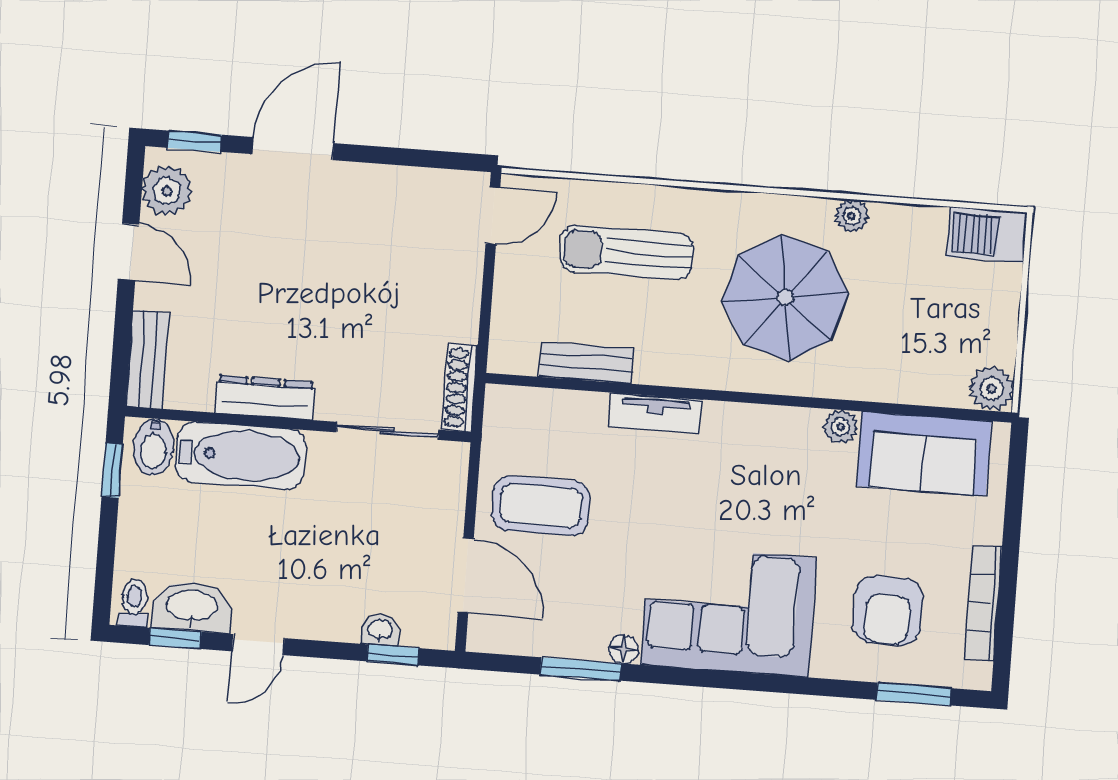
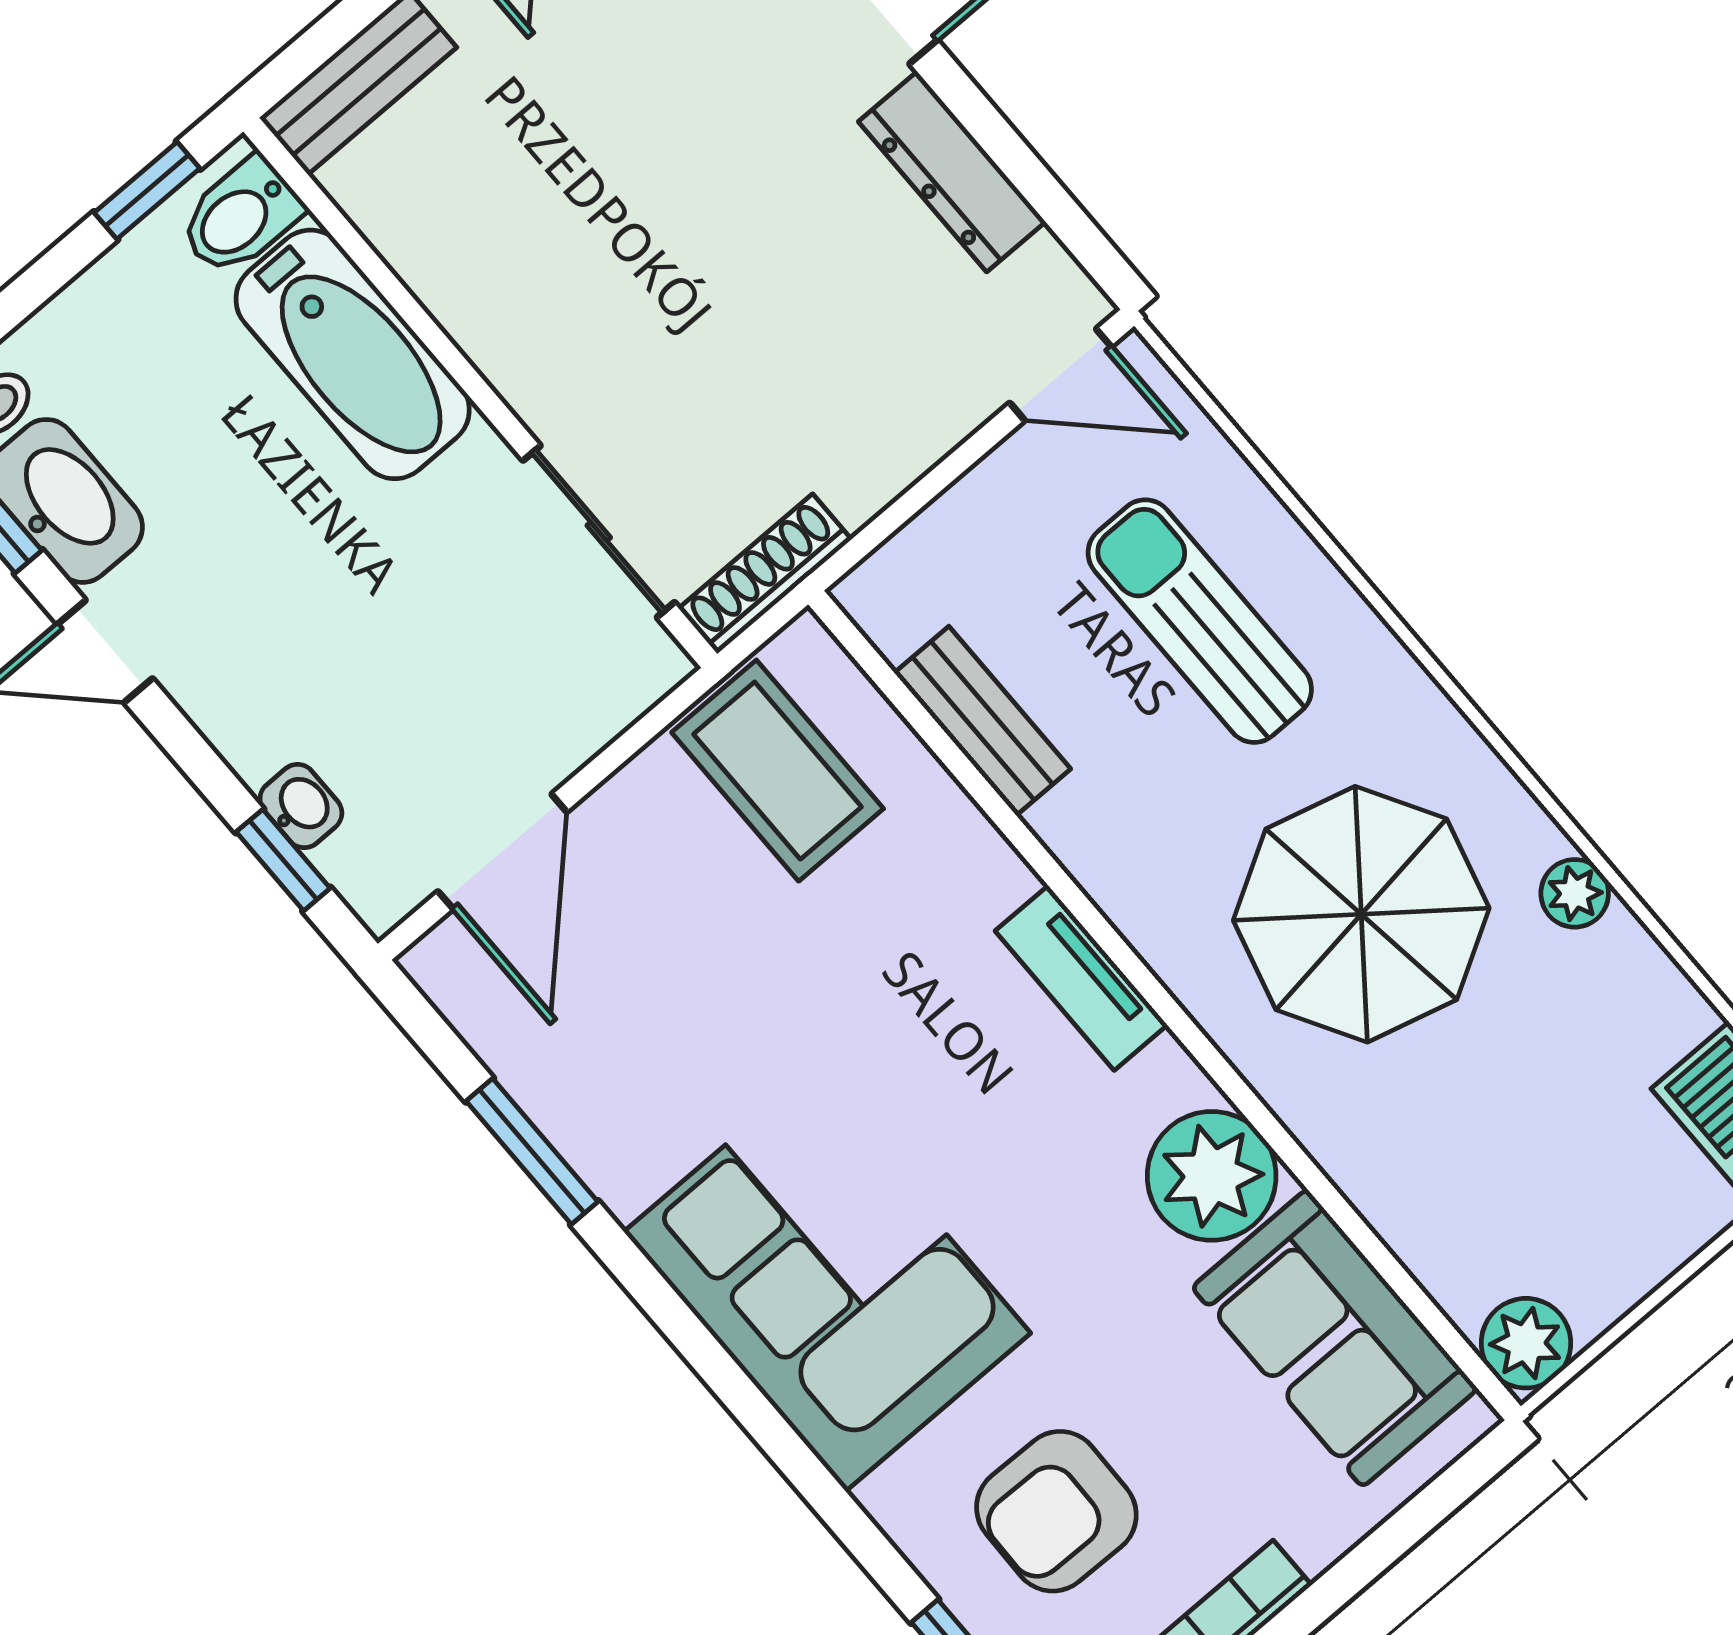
dresser: (265, 397) -> (952, 172), moved, turned 180
tv unit: (655, 413) -> (1081, 978), moved
plant: (840, 427) -> (1212, 1176), width x1.88, depth x1.88
coffee table: (541, 506) -> (778, 771), moved
floor lamp: (624, 649) -> (622, 1185), removed

